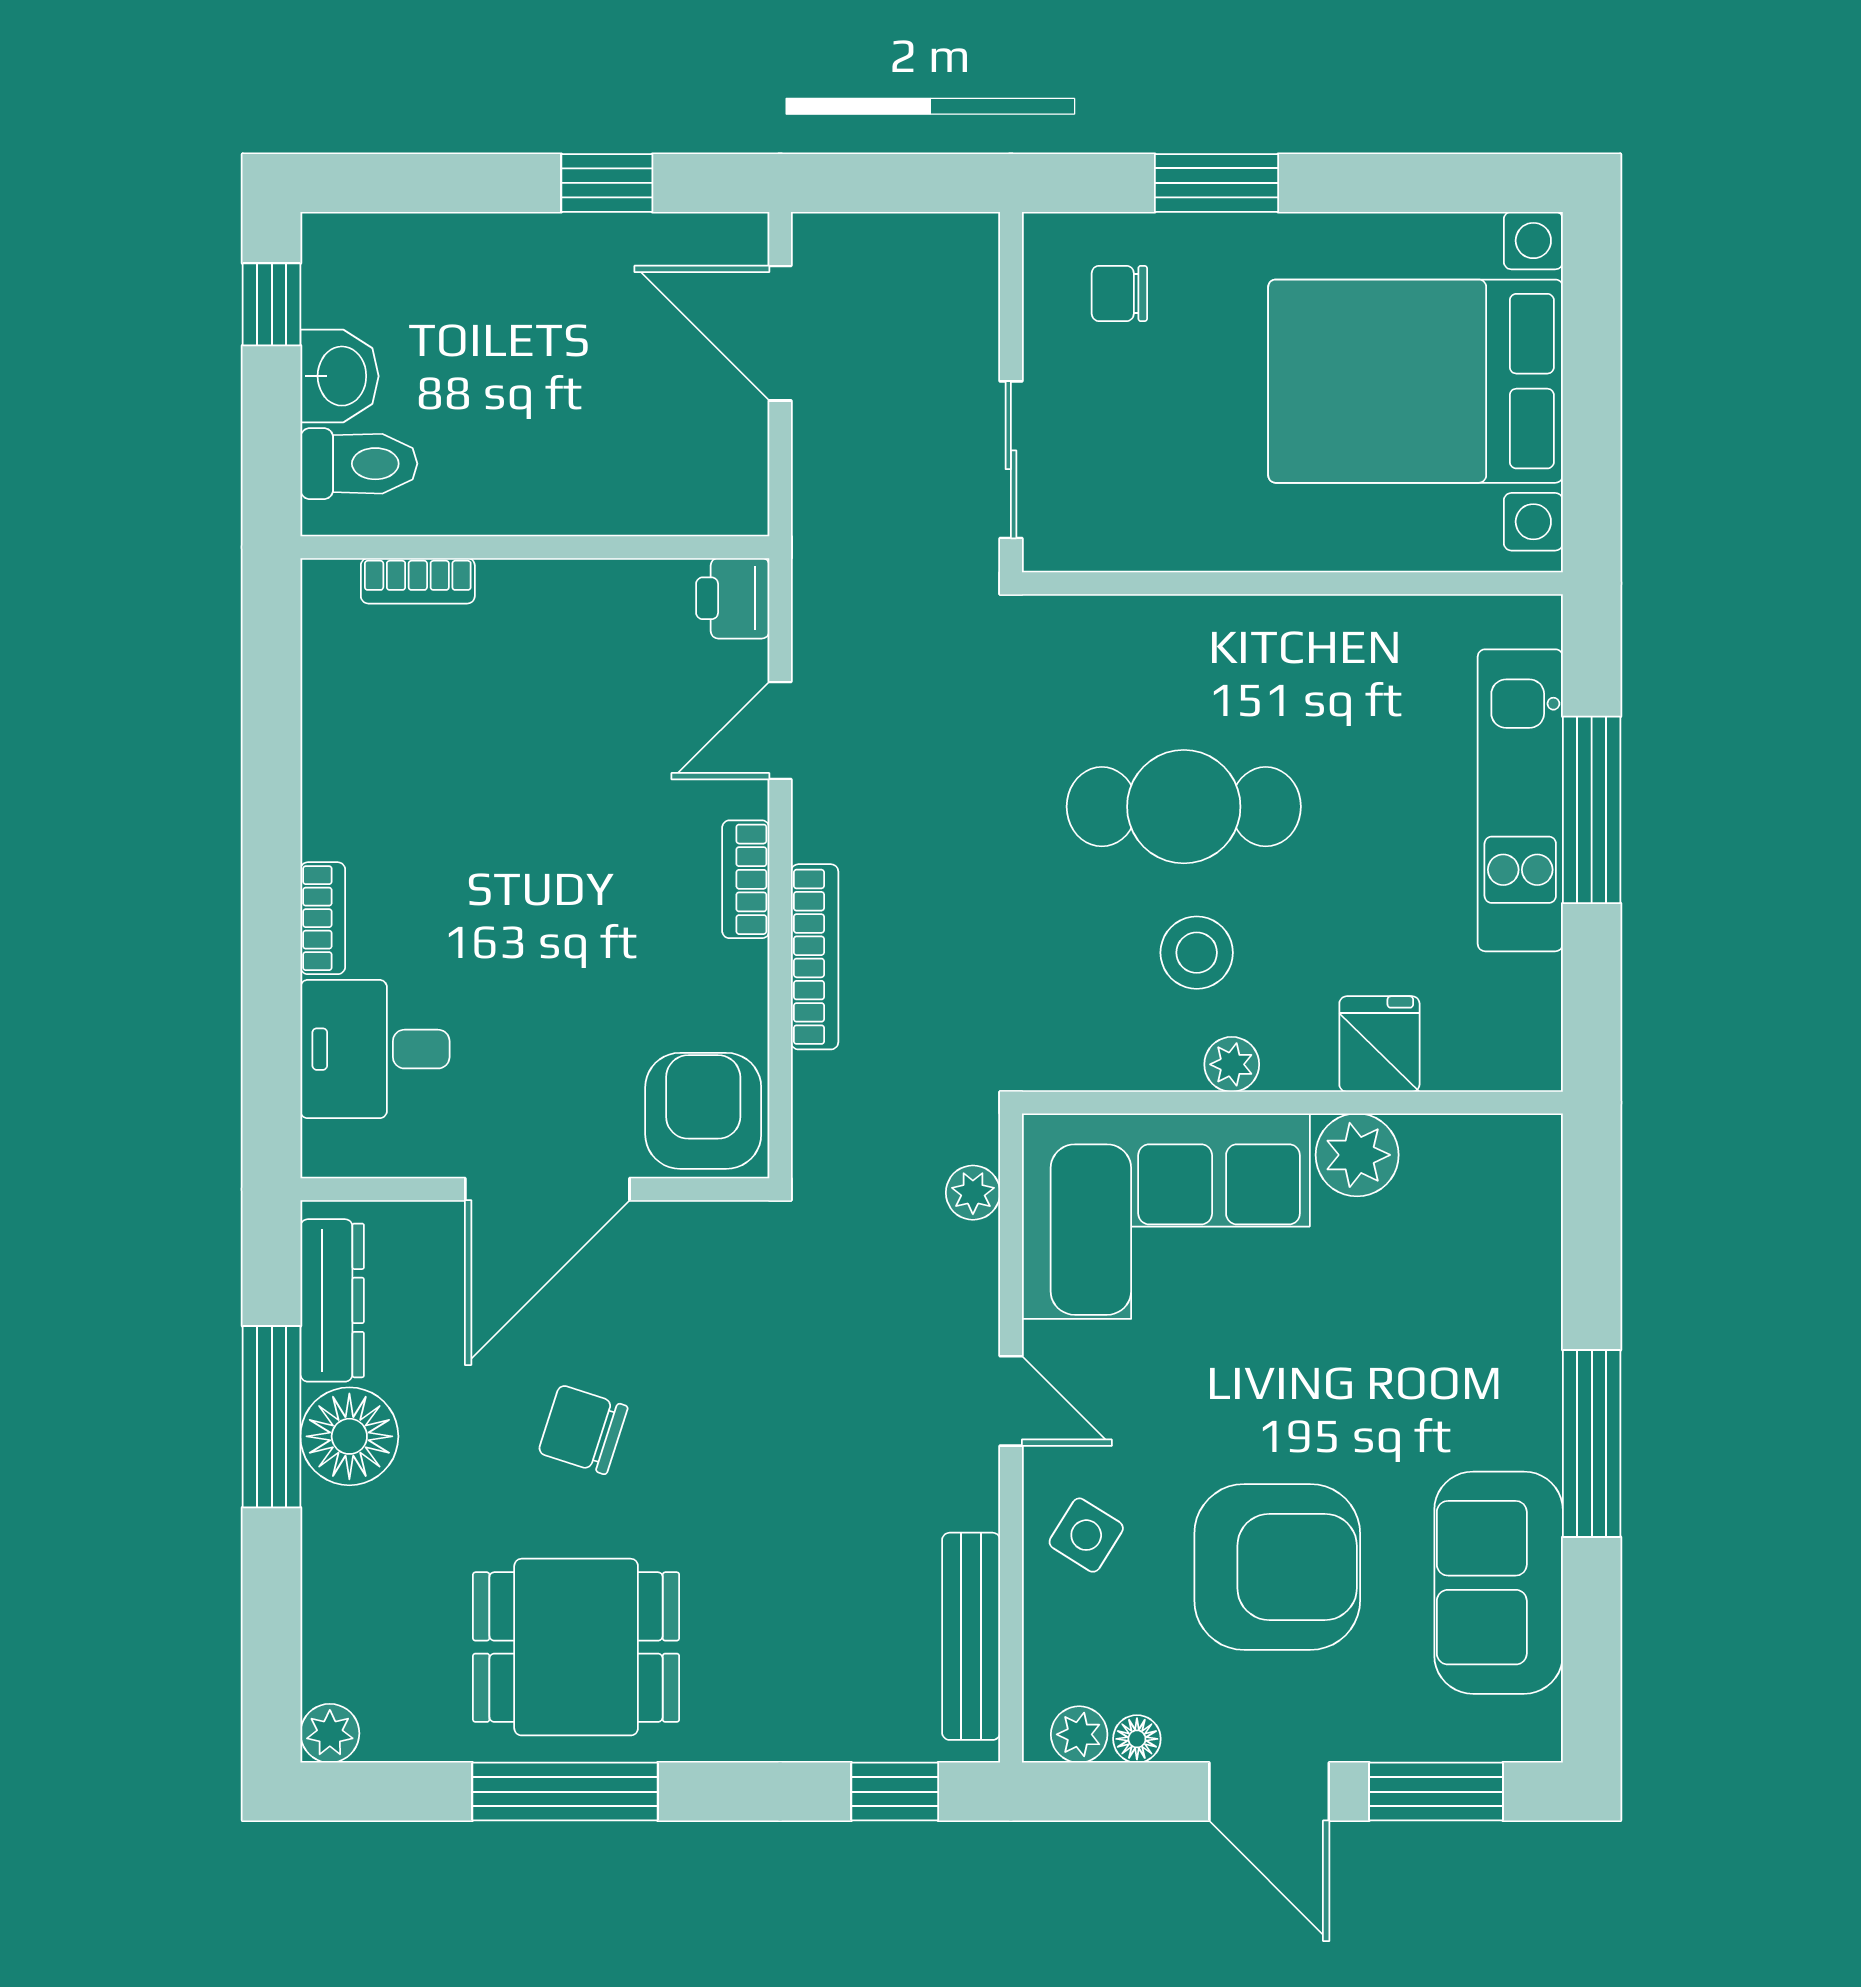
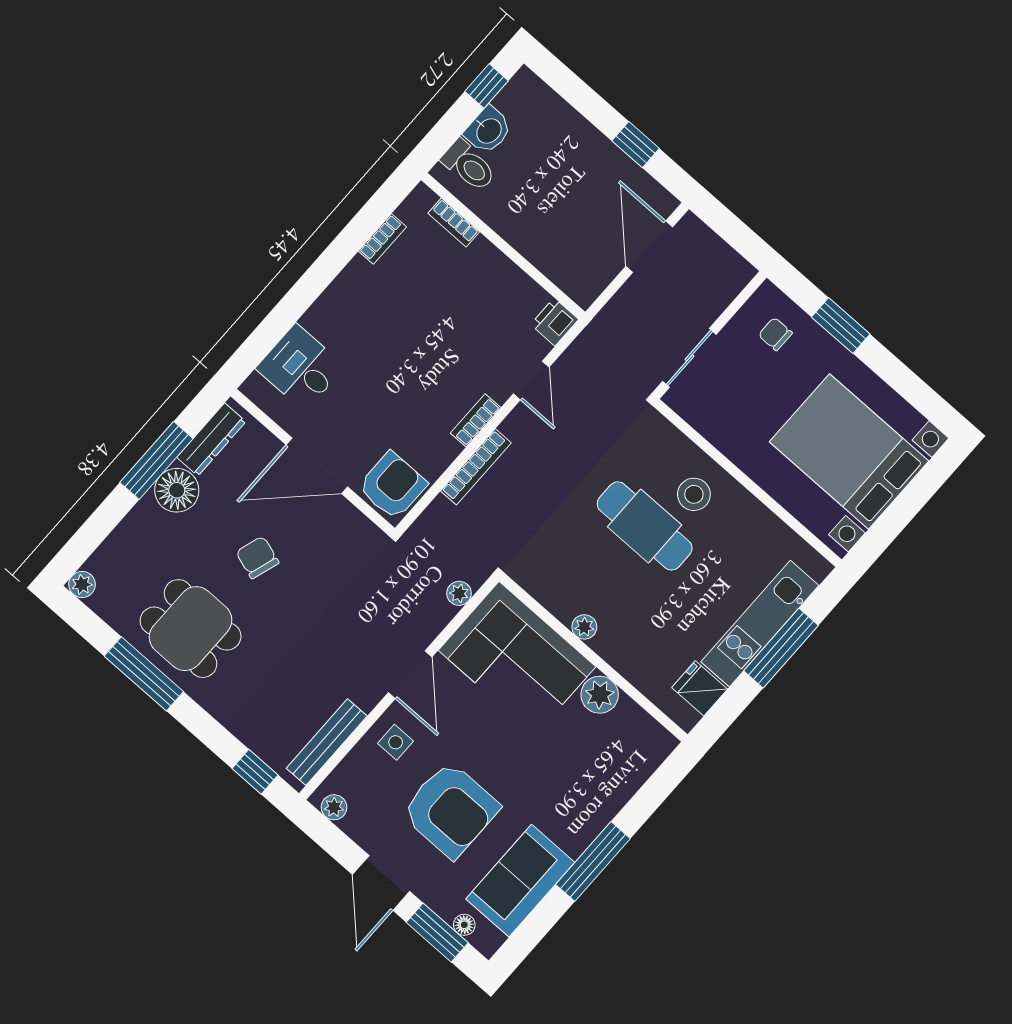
door: (780, 731) -> (531, 380), swing flipped
bookcase: (323, 918) -> (382, 239), moved
stool: (1197, 953) -> (694, 494), moved
fridge: (1379, 1044) -> (700, 688), moved, turned -90
door: (1011, 1401) -> (410, 675), width x1.38
side table: (1086, 1535) -> (396, 742), turned -32
floor lamp: (1137, 1739) -> (464, 925), moved

